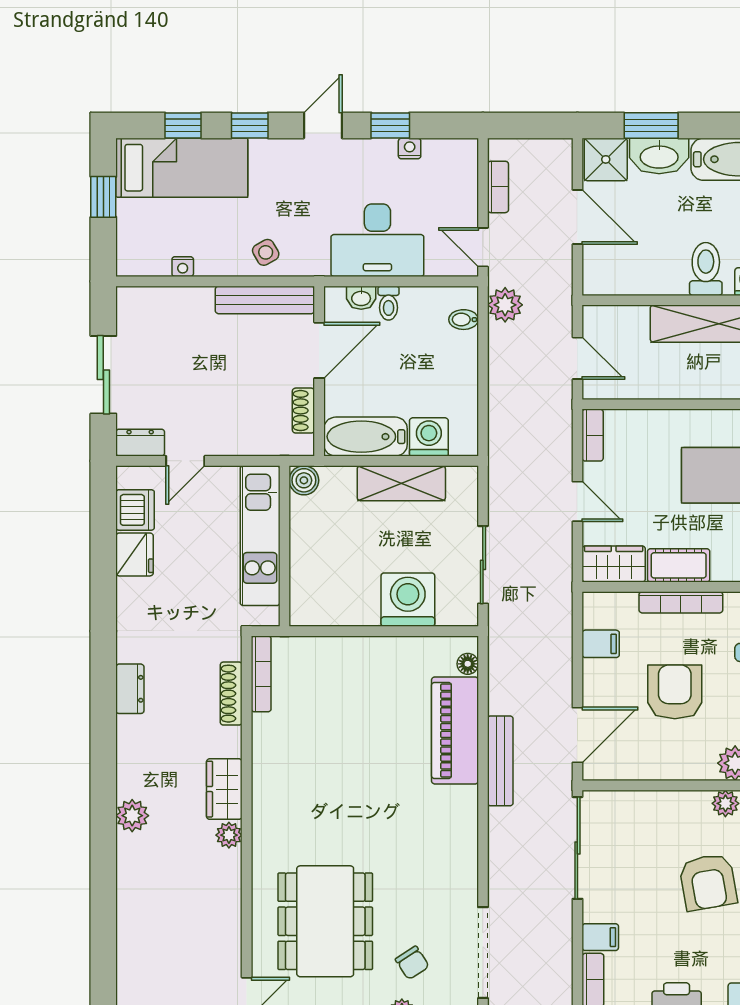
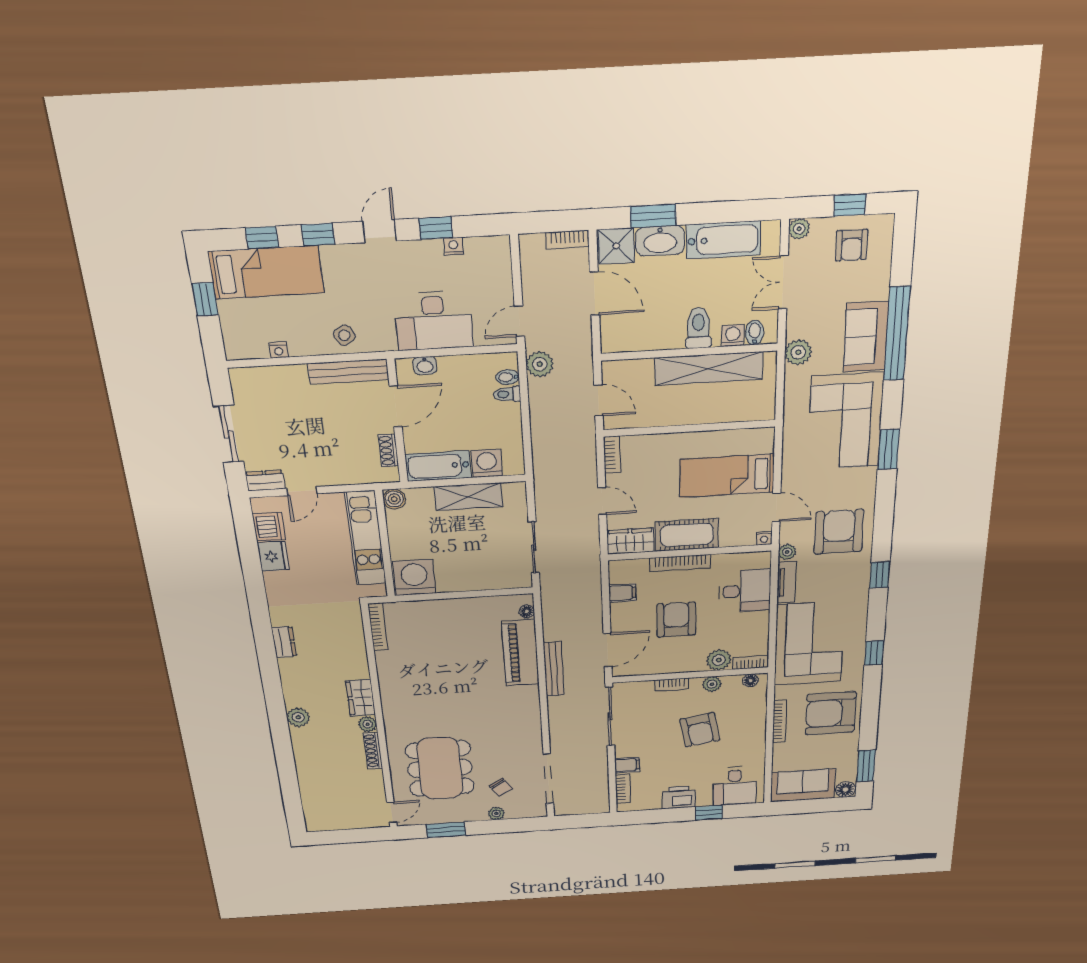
bookcase: (498, 187) -> (567, 240), moved, turned 90
door: (483, 247) -> (519, 321), hinge flipped
toilet: (389, 303) -> (507, 394), moved, turned 90
cot: (679, 565) -> (687, 535), width x1.37, depth x1.34
washing machine: (408, 600) -> (414, 577), moved
shoe rack: (231, 694) -> (373, 751), moved
bookcase: (668, 800) -> (672, 685), added

